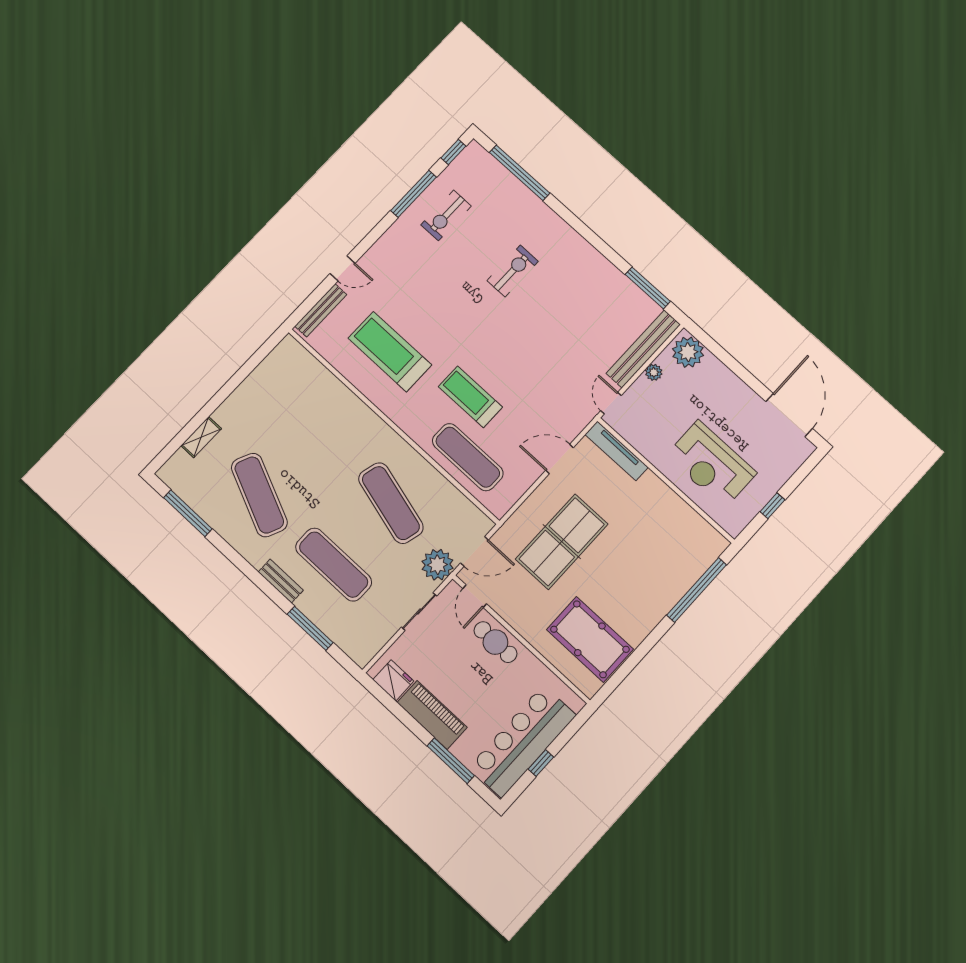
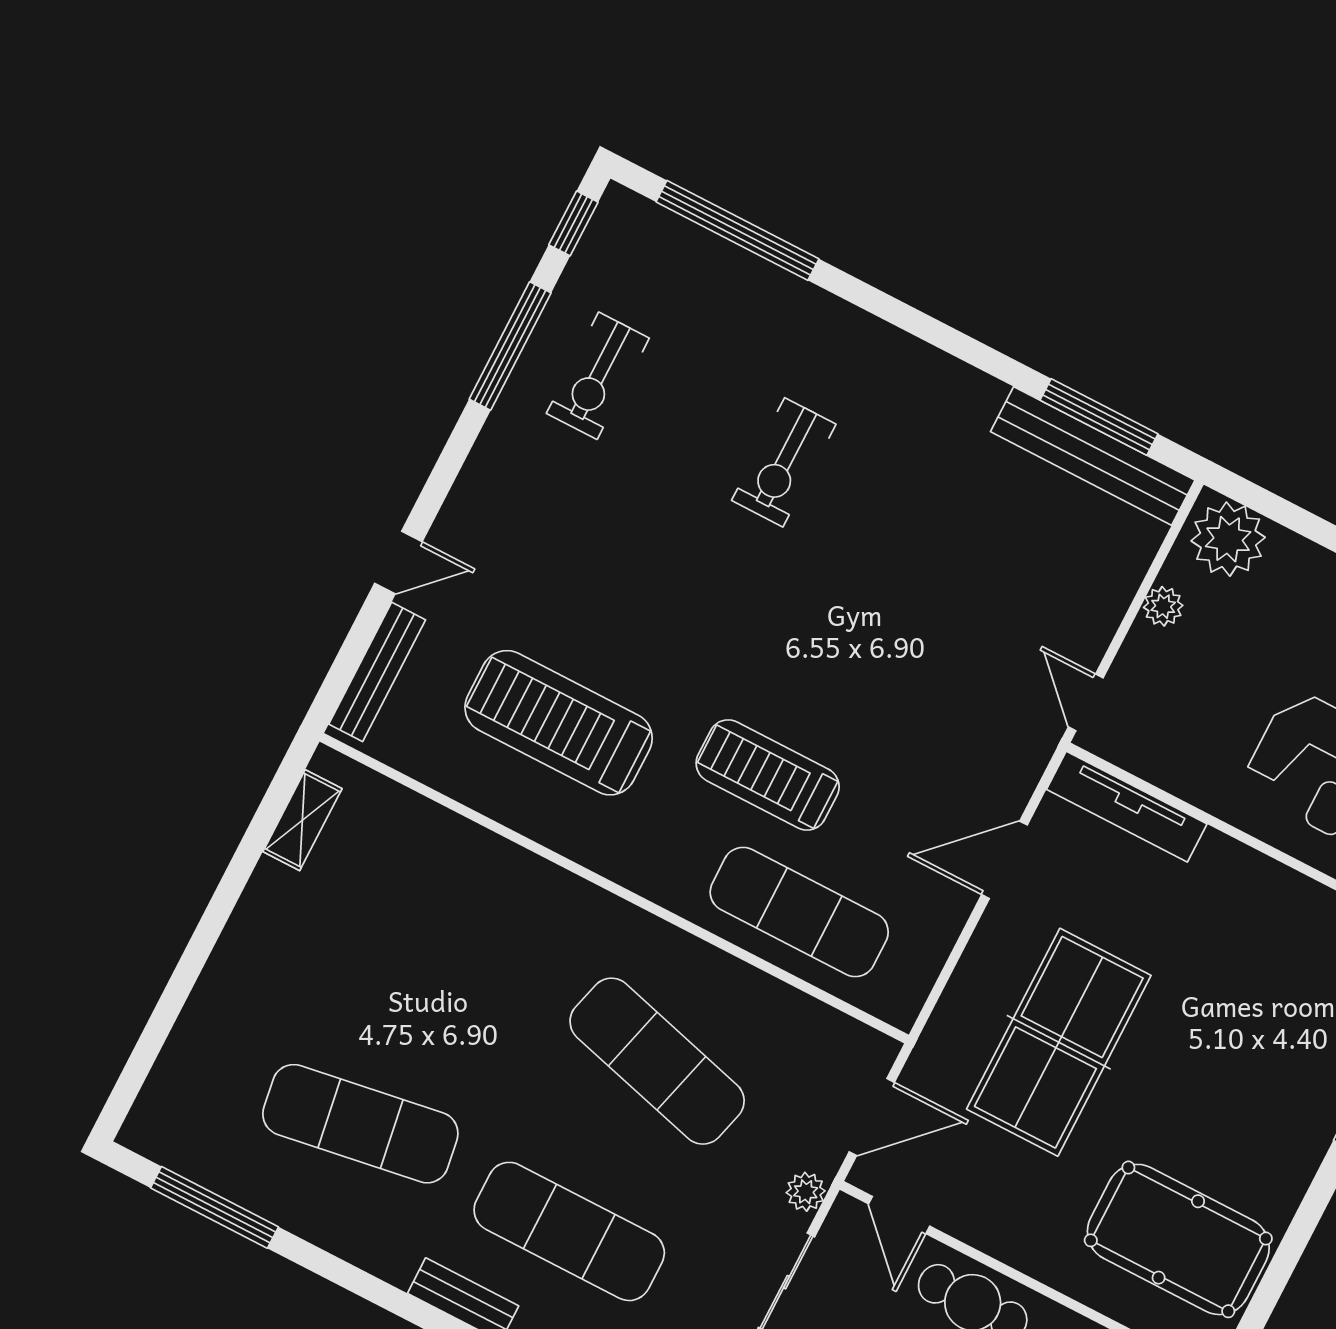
exercise bike: (513, 271) -> (784, 462), turned 180
bench: (643, 349) -> (1093, 456), moved, turned 90
shelving: (201, 437) -> (302, 820), moved
exercise mat: (259, 495) -> (360, 1124), turned -33
plant: (437, 565) -> (806, 1192), width x0.53, depth x0.53

